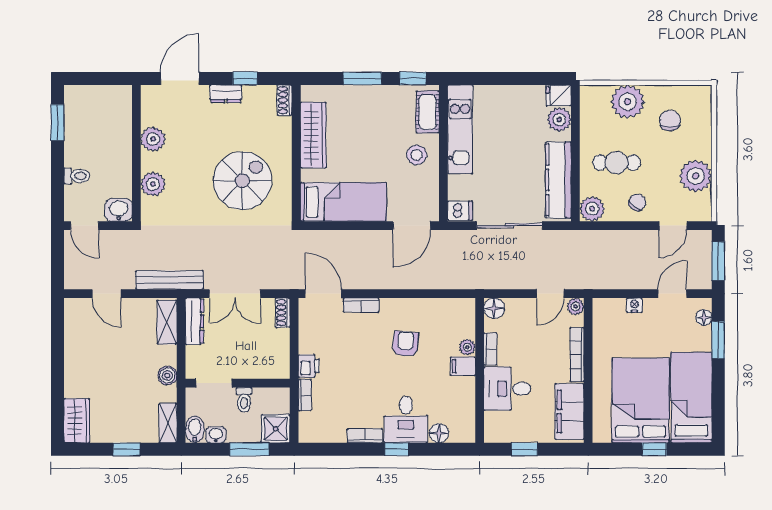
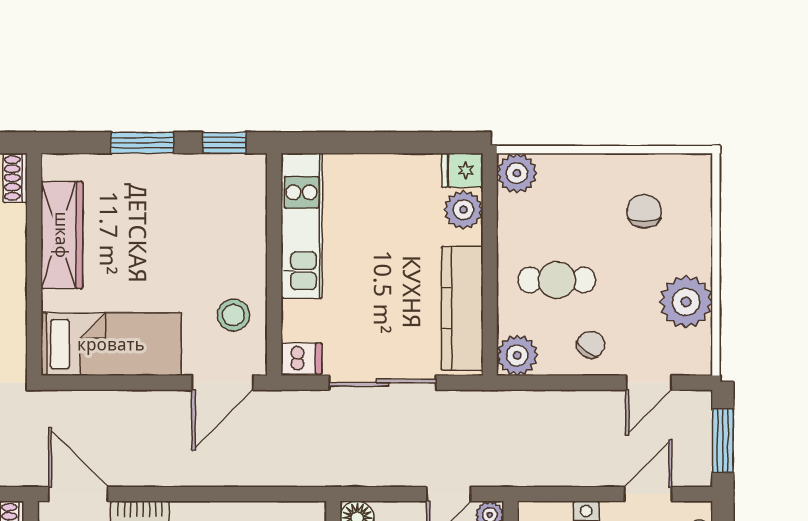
plant: (628, 102) -> (517, 173), moved, width x0.73, depth x0.73
cot: (428, 112) -> (249, 197), removed
stool: (417, 155) -> (233, 315), moved

